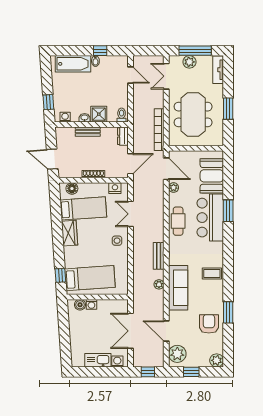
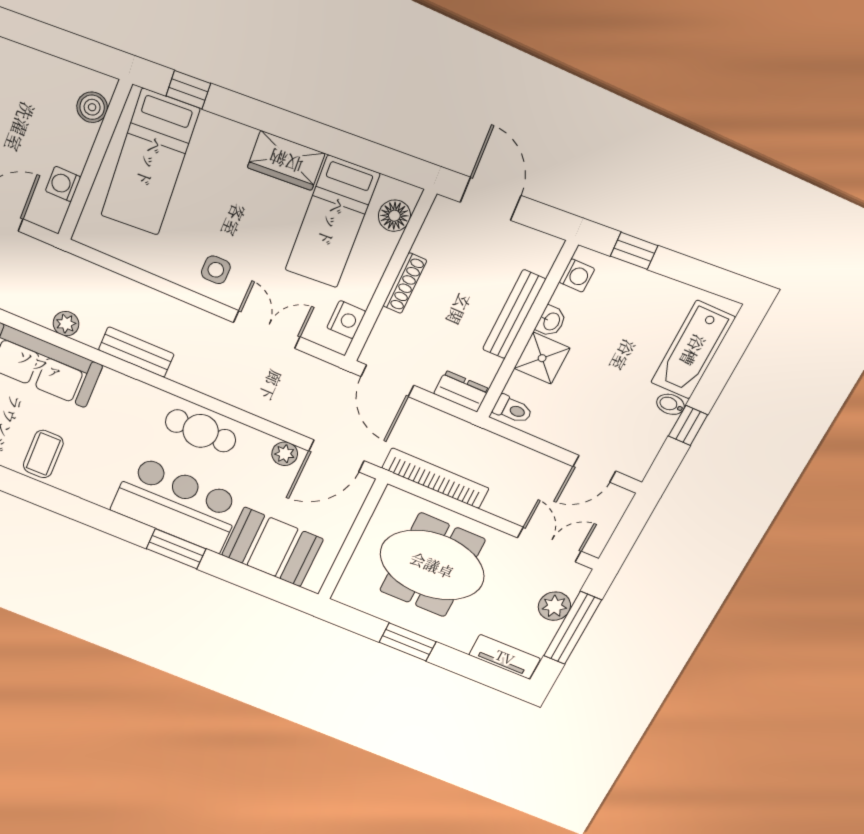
bench: (88, 132) -> (514, 314), width x1.36
door: (52, 159) -> (491, 199), hinge flipped
washing machine: (91, 304) -> (63, 184), moved

